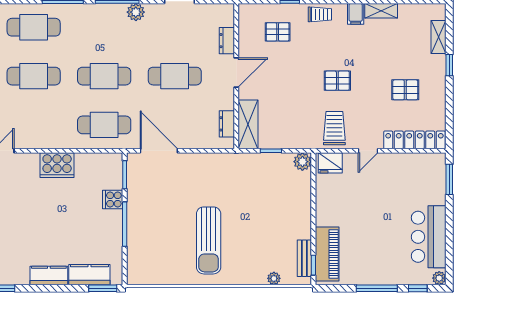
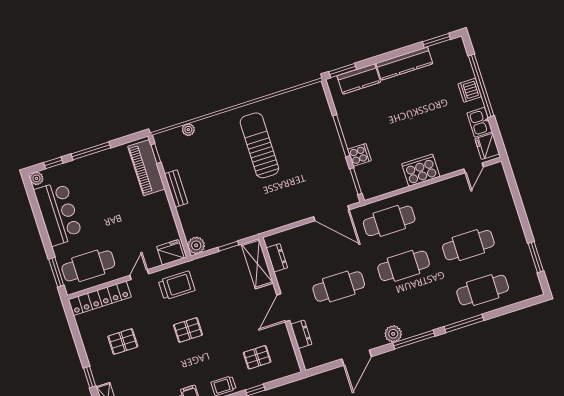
trolley: (334, 128) -> (177, 285), turned -90
cafe table: (416, 175) -> (88, 266), added
bench: (304, 258) -> (176, 188), moved
kitchen counter: (49, 276) -> (404, 64), width x1.50

